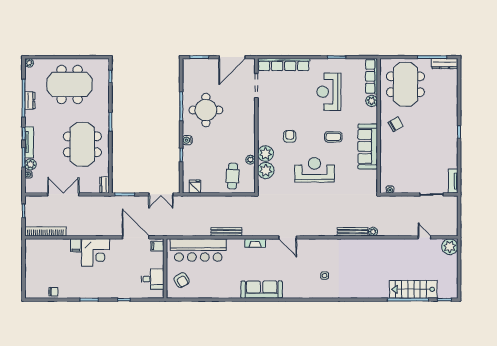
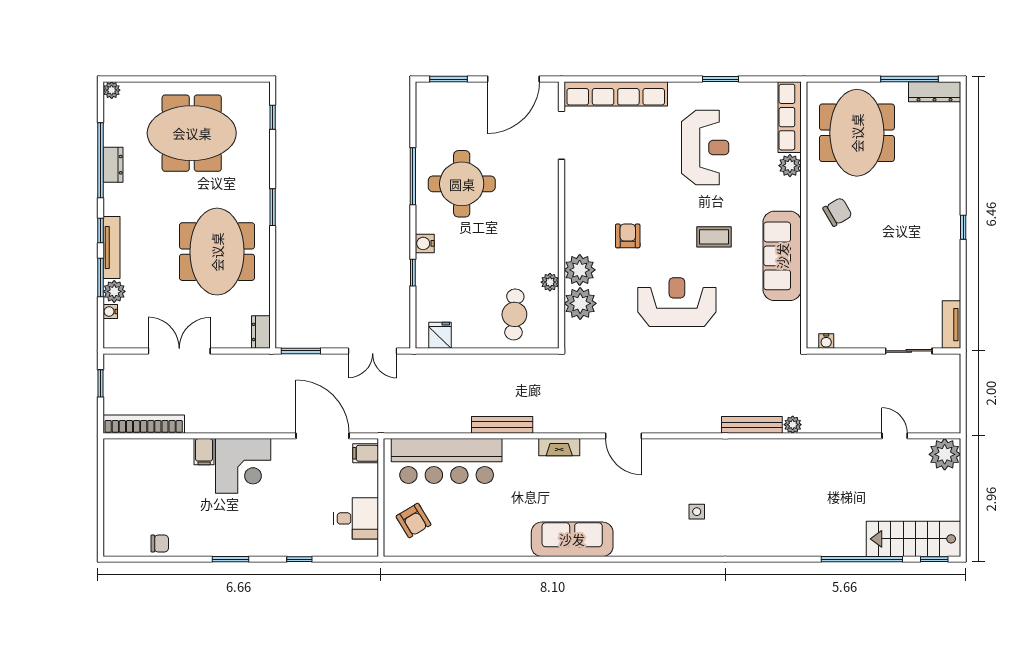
reception desk: (329, 92) -> (705, 148), turned 180
stairs: (413, 289) -> (913, 539), moved

